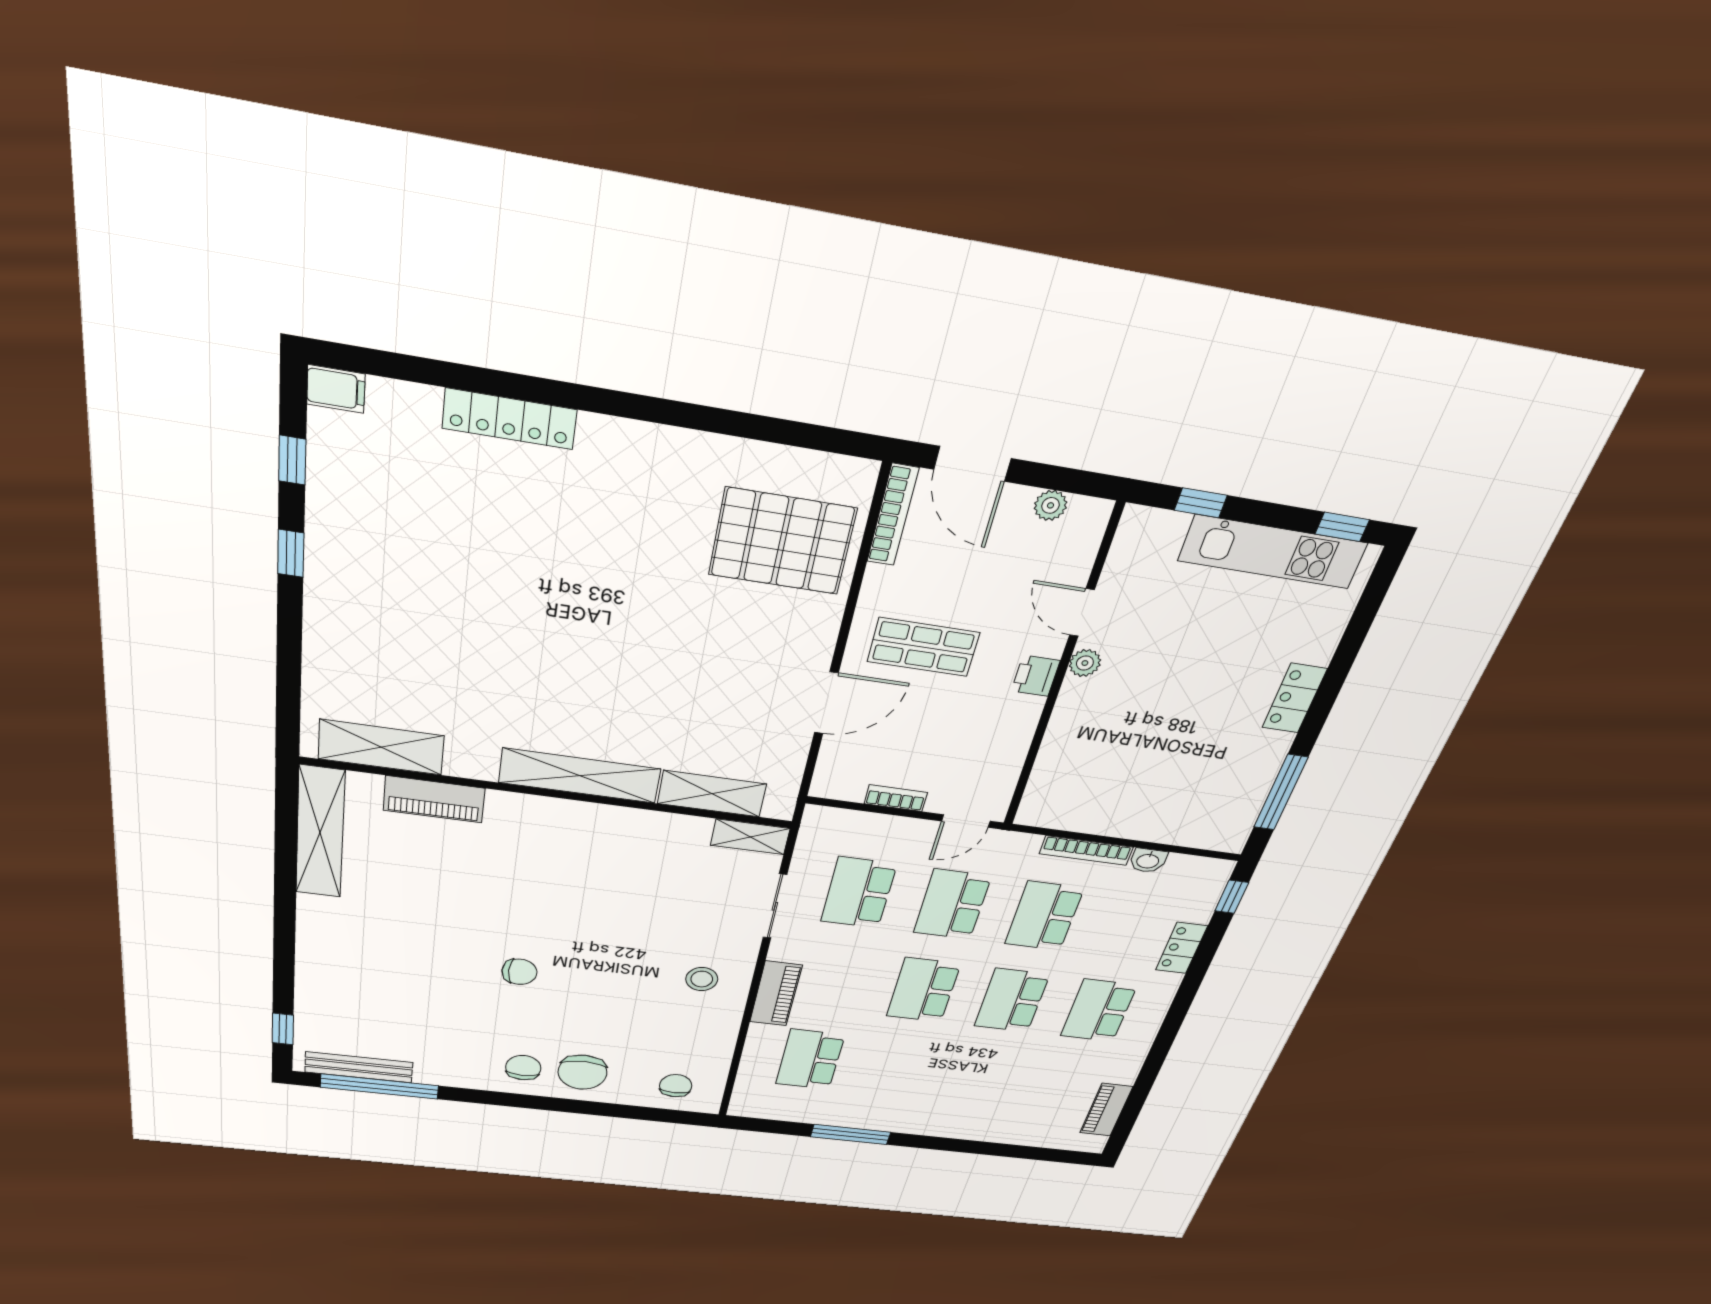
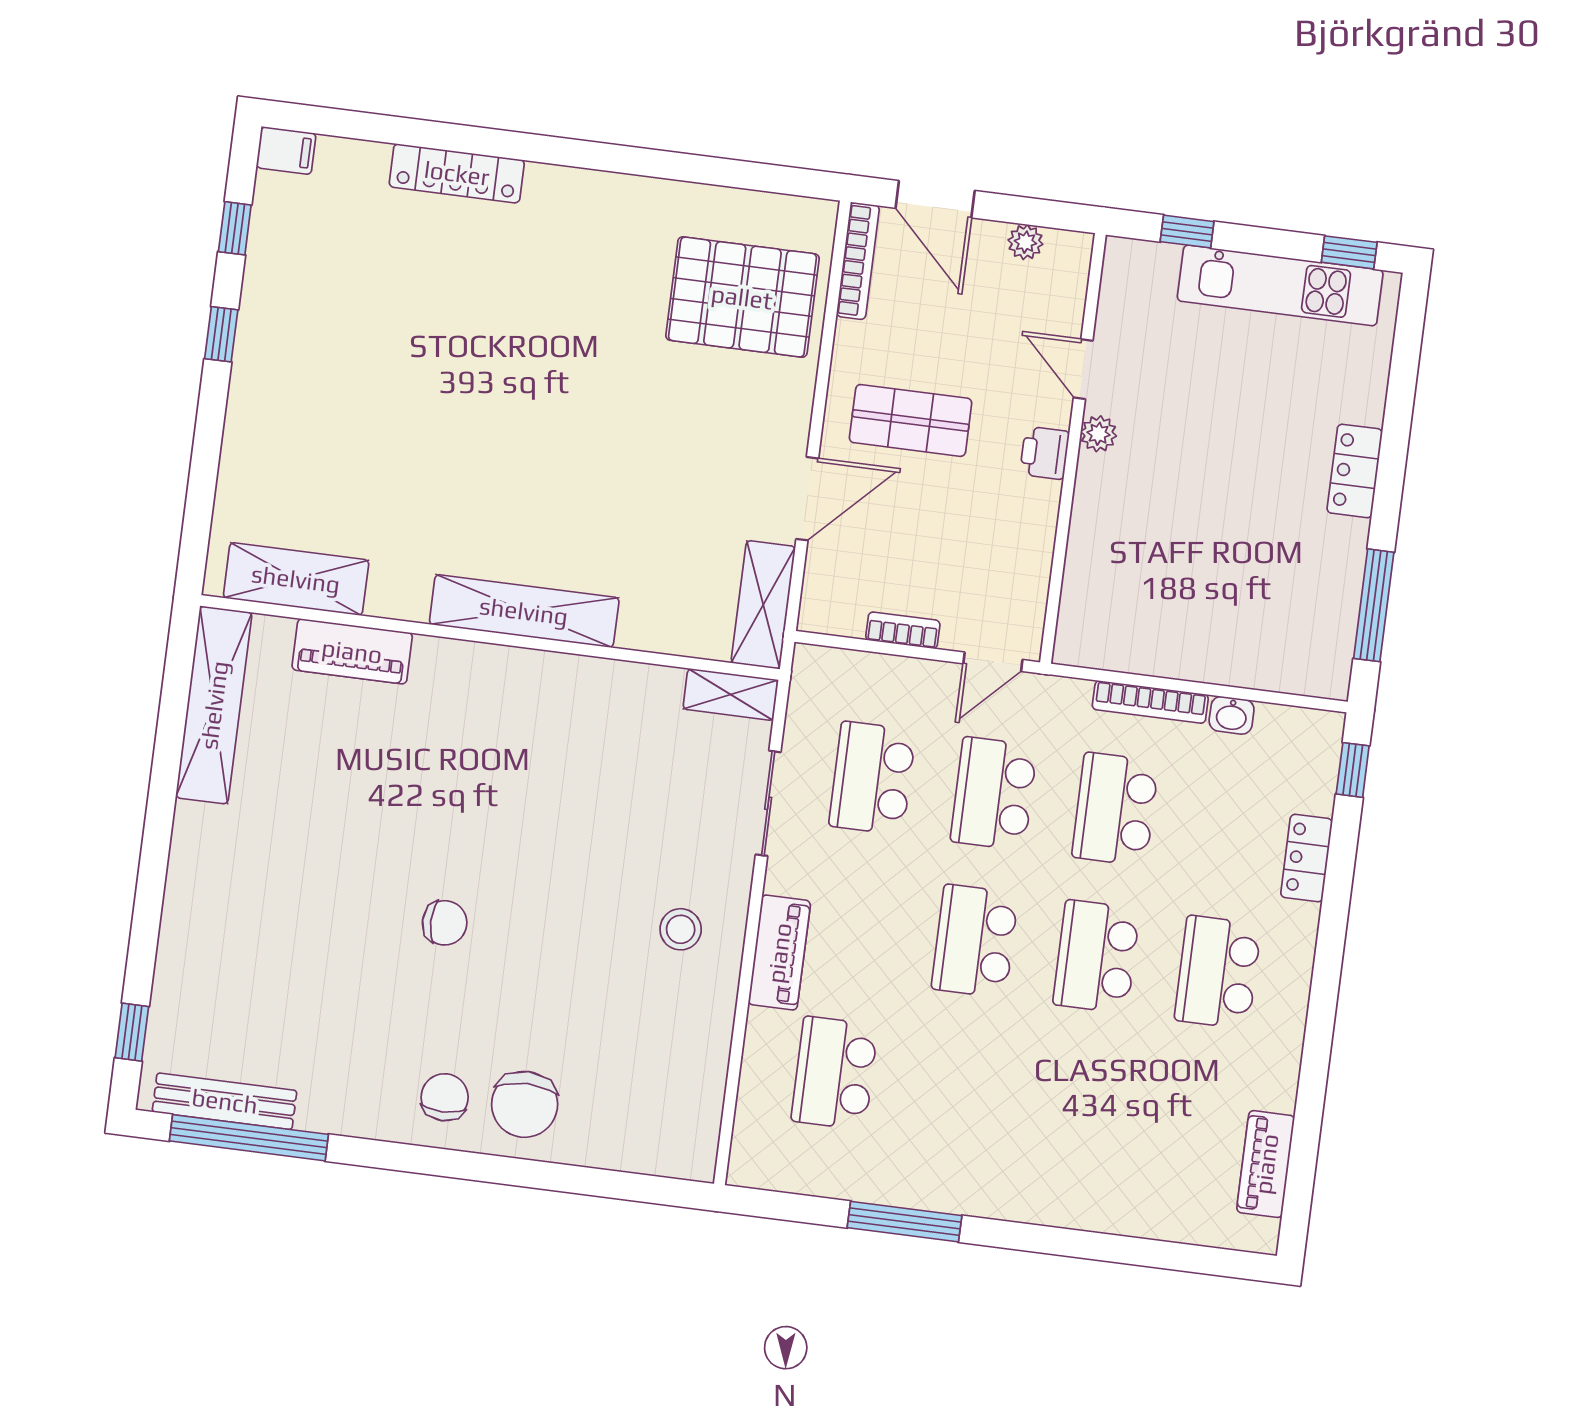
shelving: (712, 794) -> (763, 605), moved, turned 90
chair: (676, 1086) -> (652, 1128), removed

